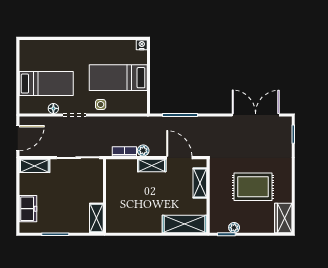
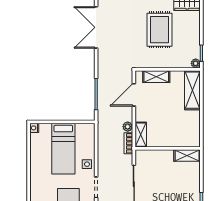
shelving: (152, 165) -> (141, 135), moved
wall: (104, 196) -> (168, 148), moved
shelving: (96, 218) -> (187, 155), moved
plant: (234, 228) -> (196, 63), moved

